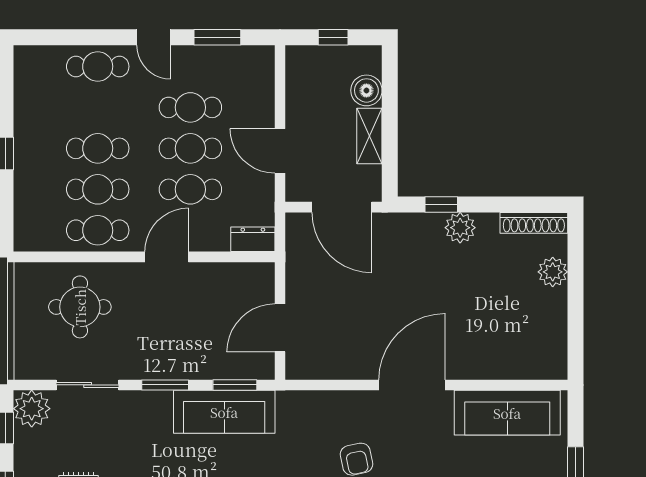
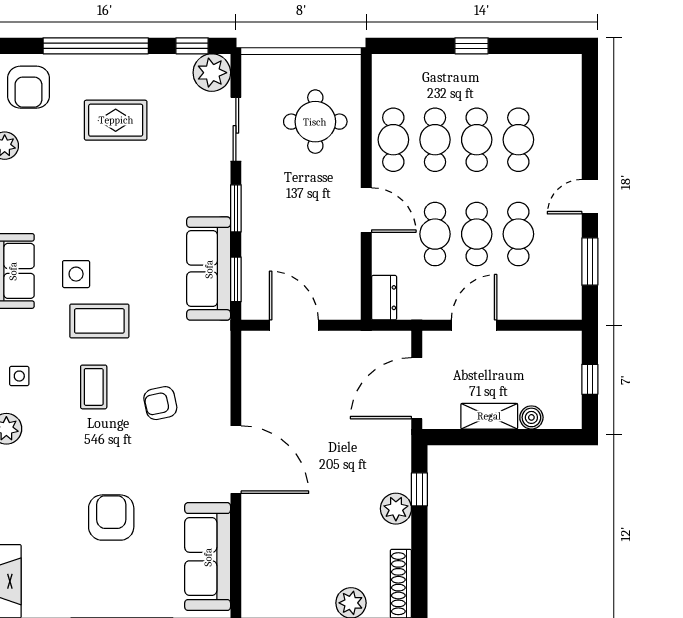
cafe table: (98, 66) -> (518, 140), moved
boiler: (366, 90) -> (531, 417), width x0.73, depth x0.73

